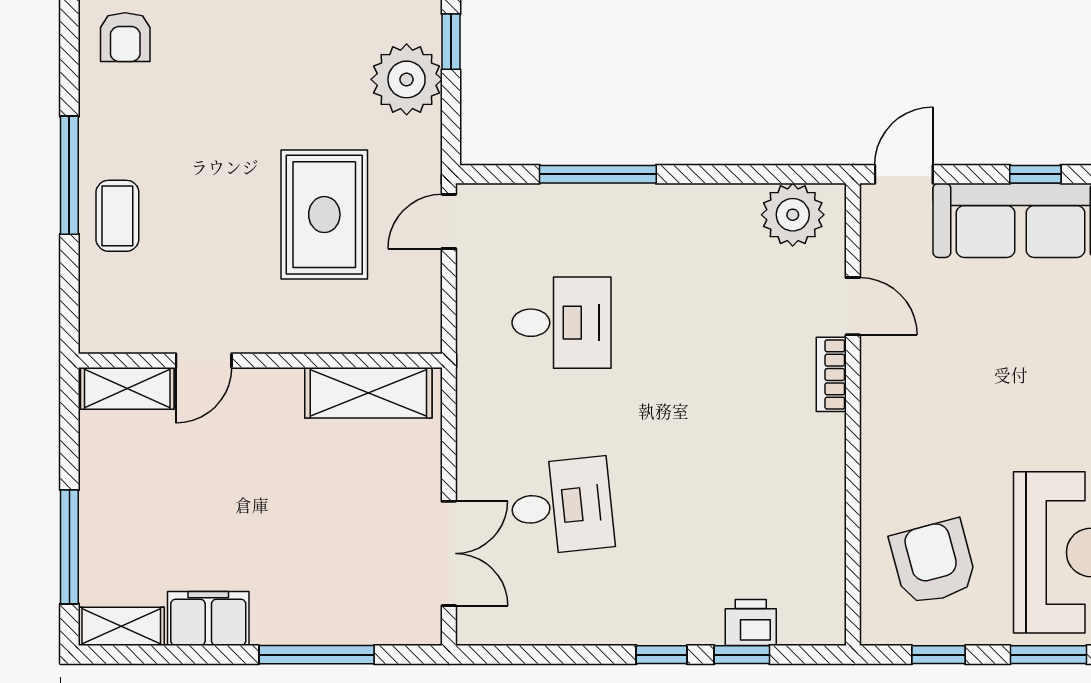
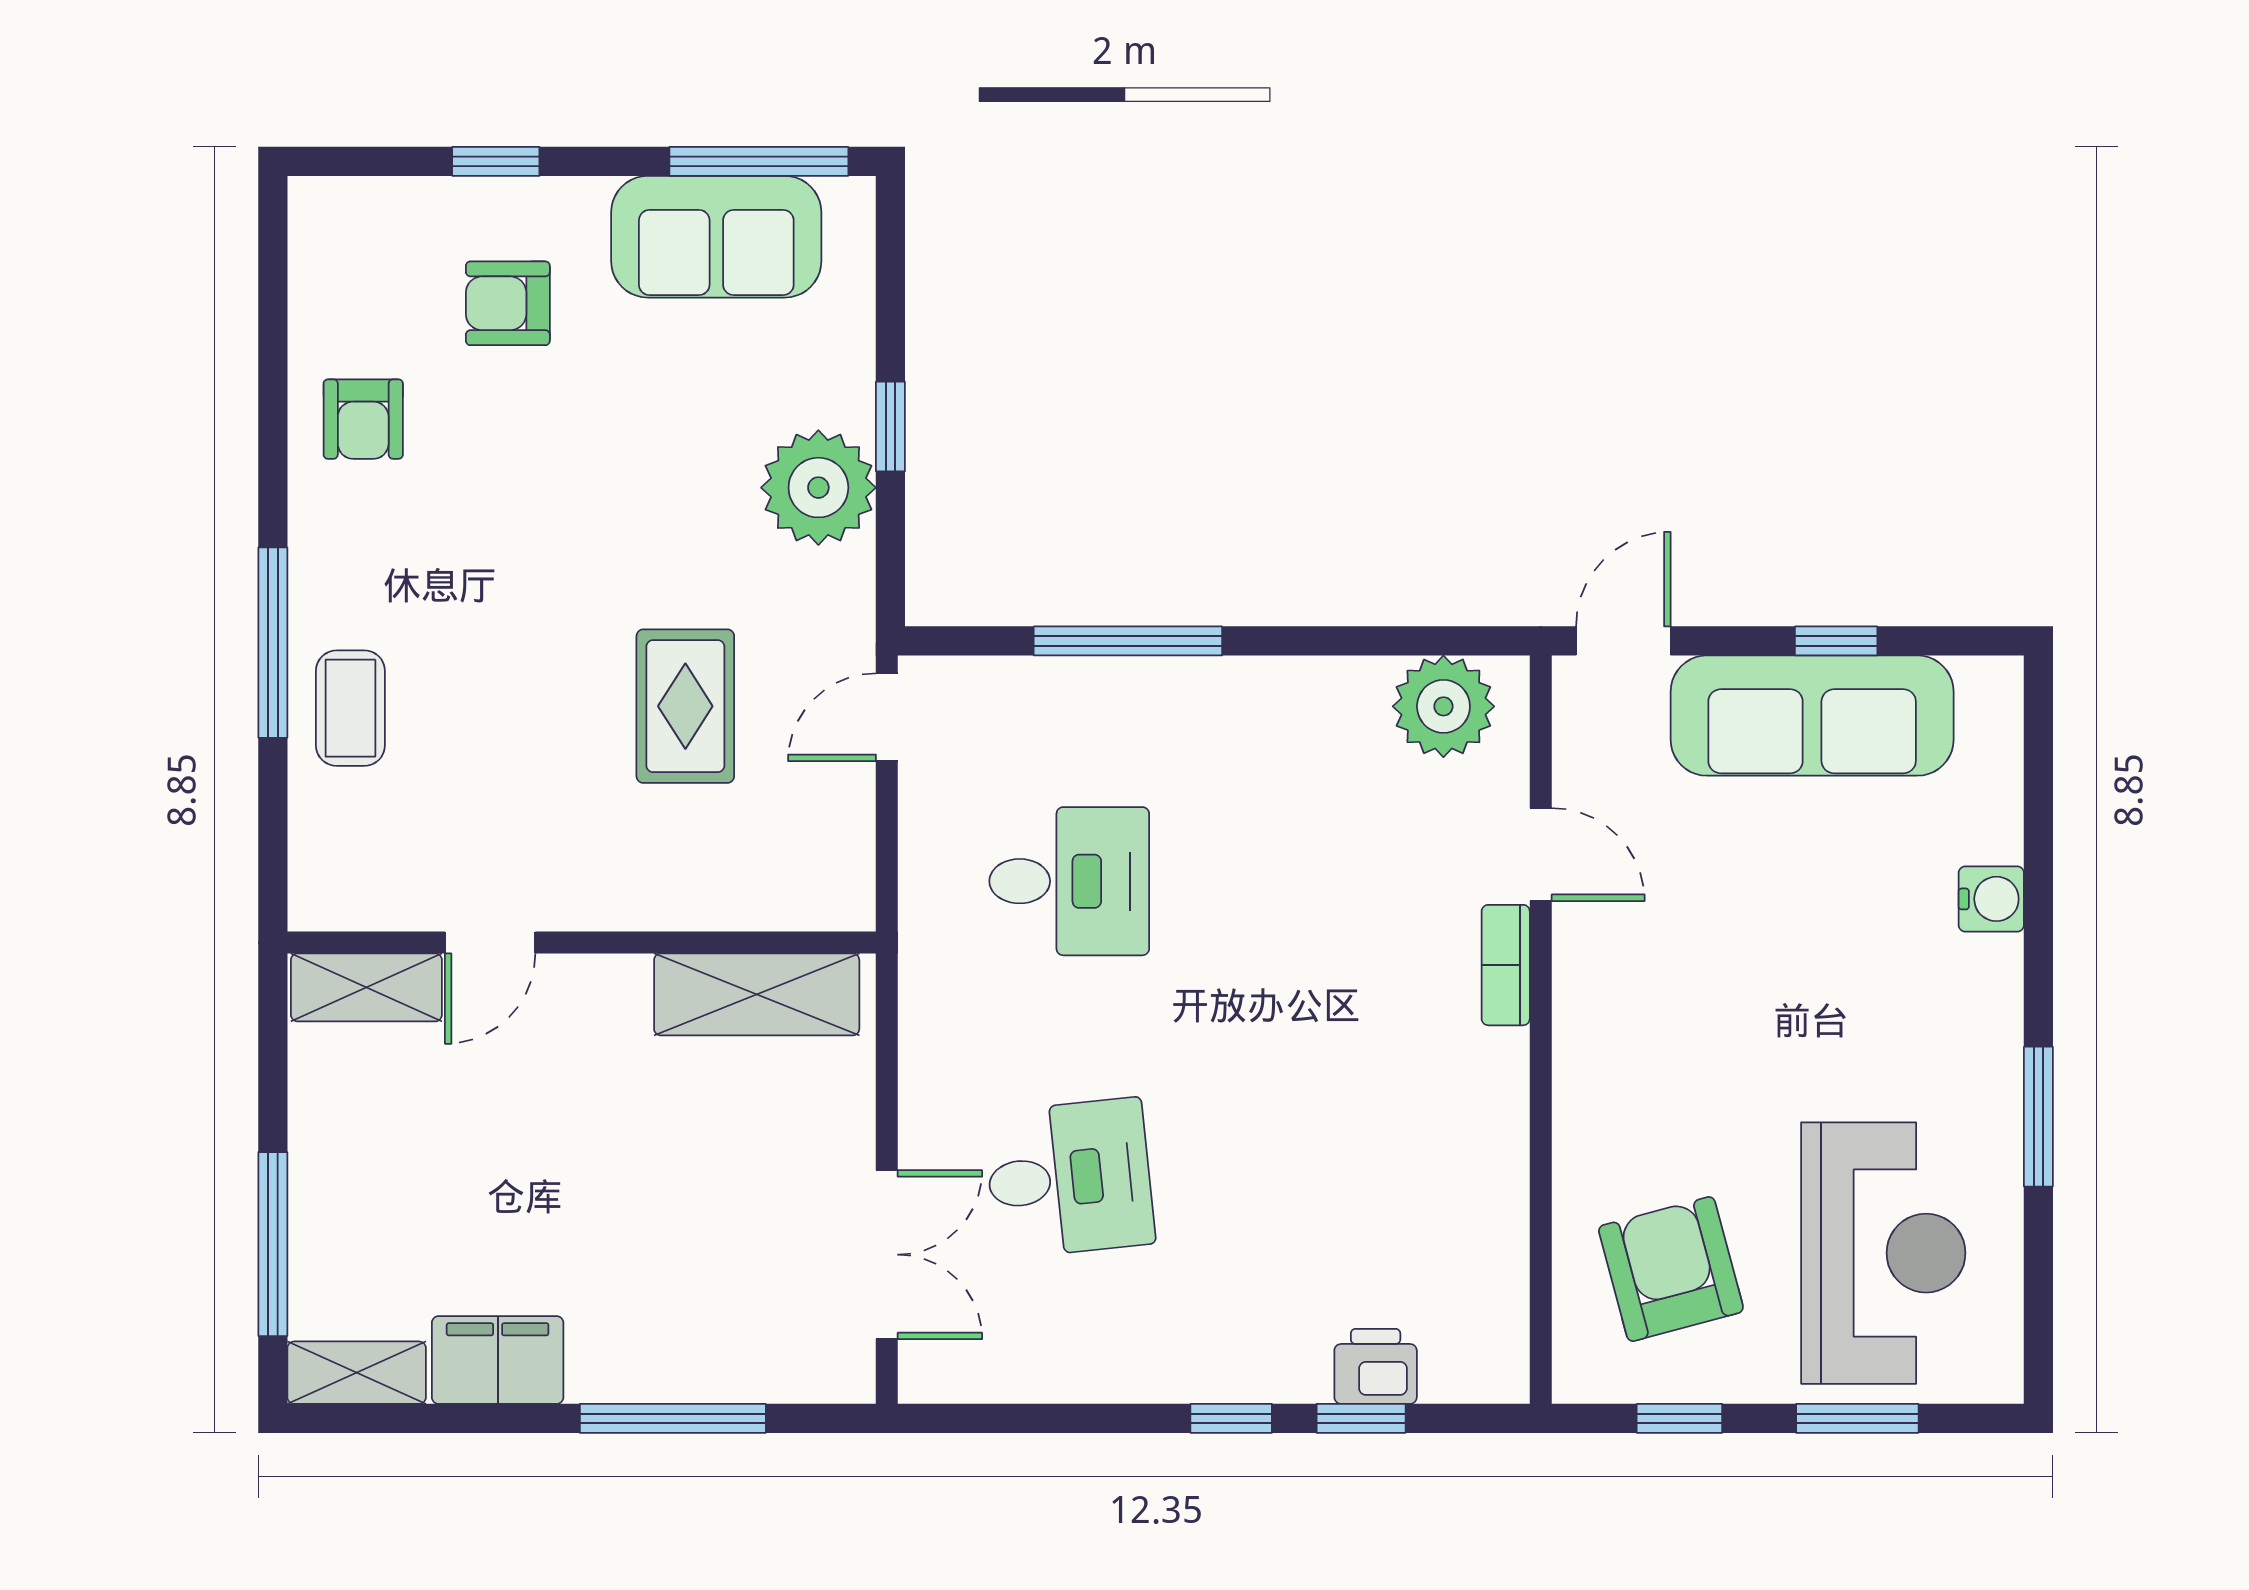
rug: (324, 215) -> (685, 706), width x0.73, depth x0.70

